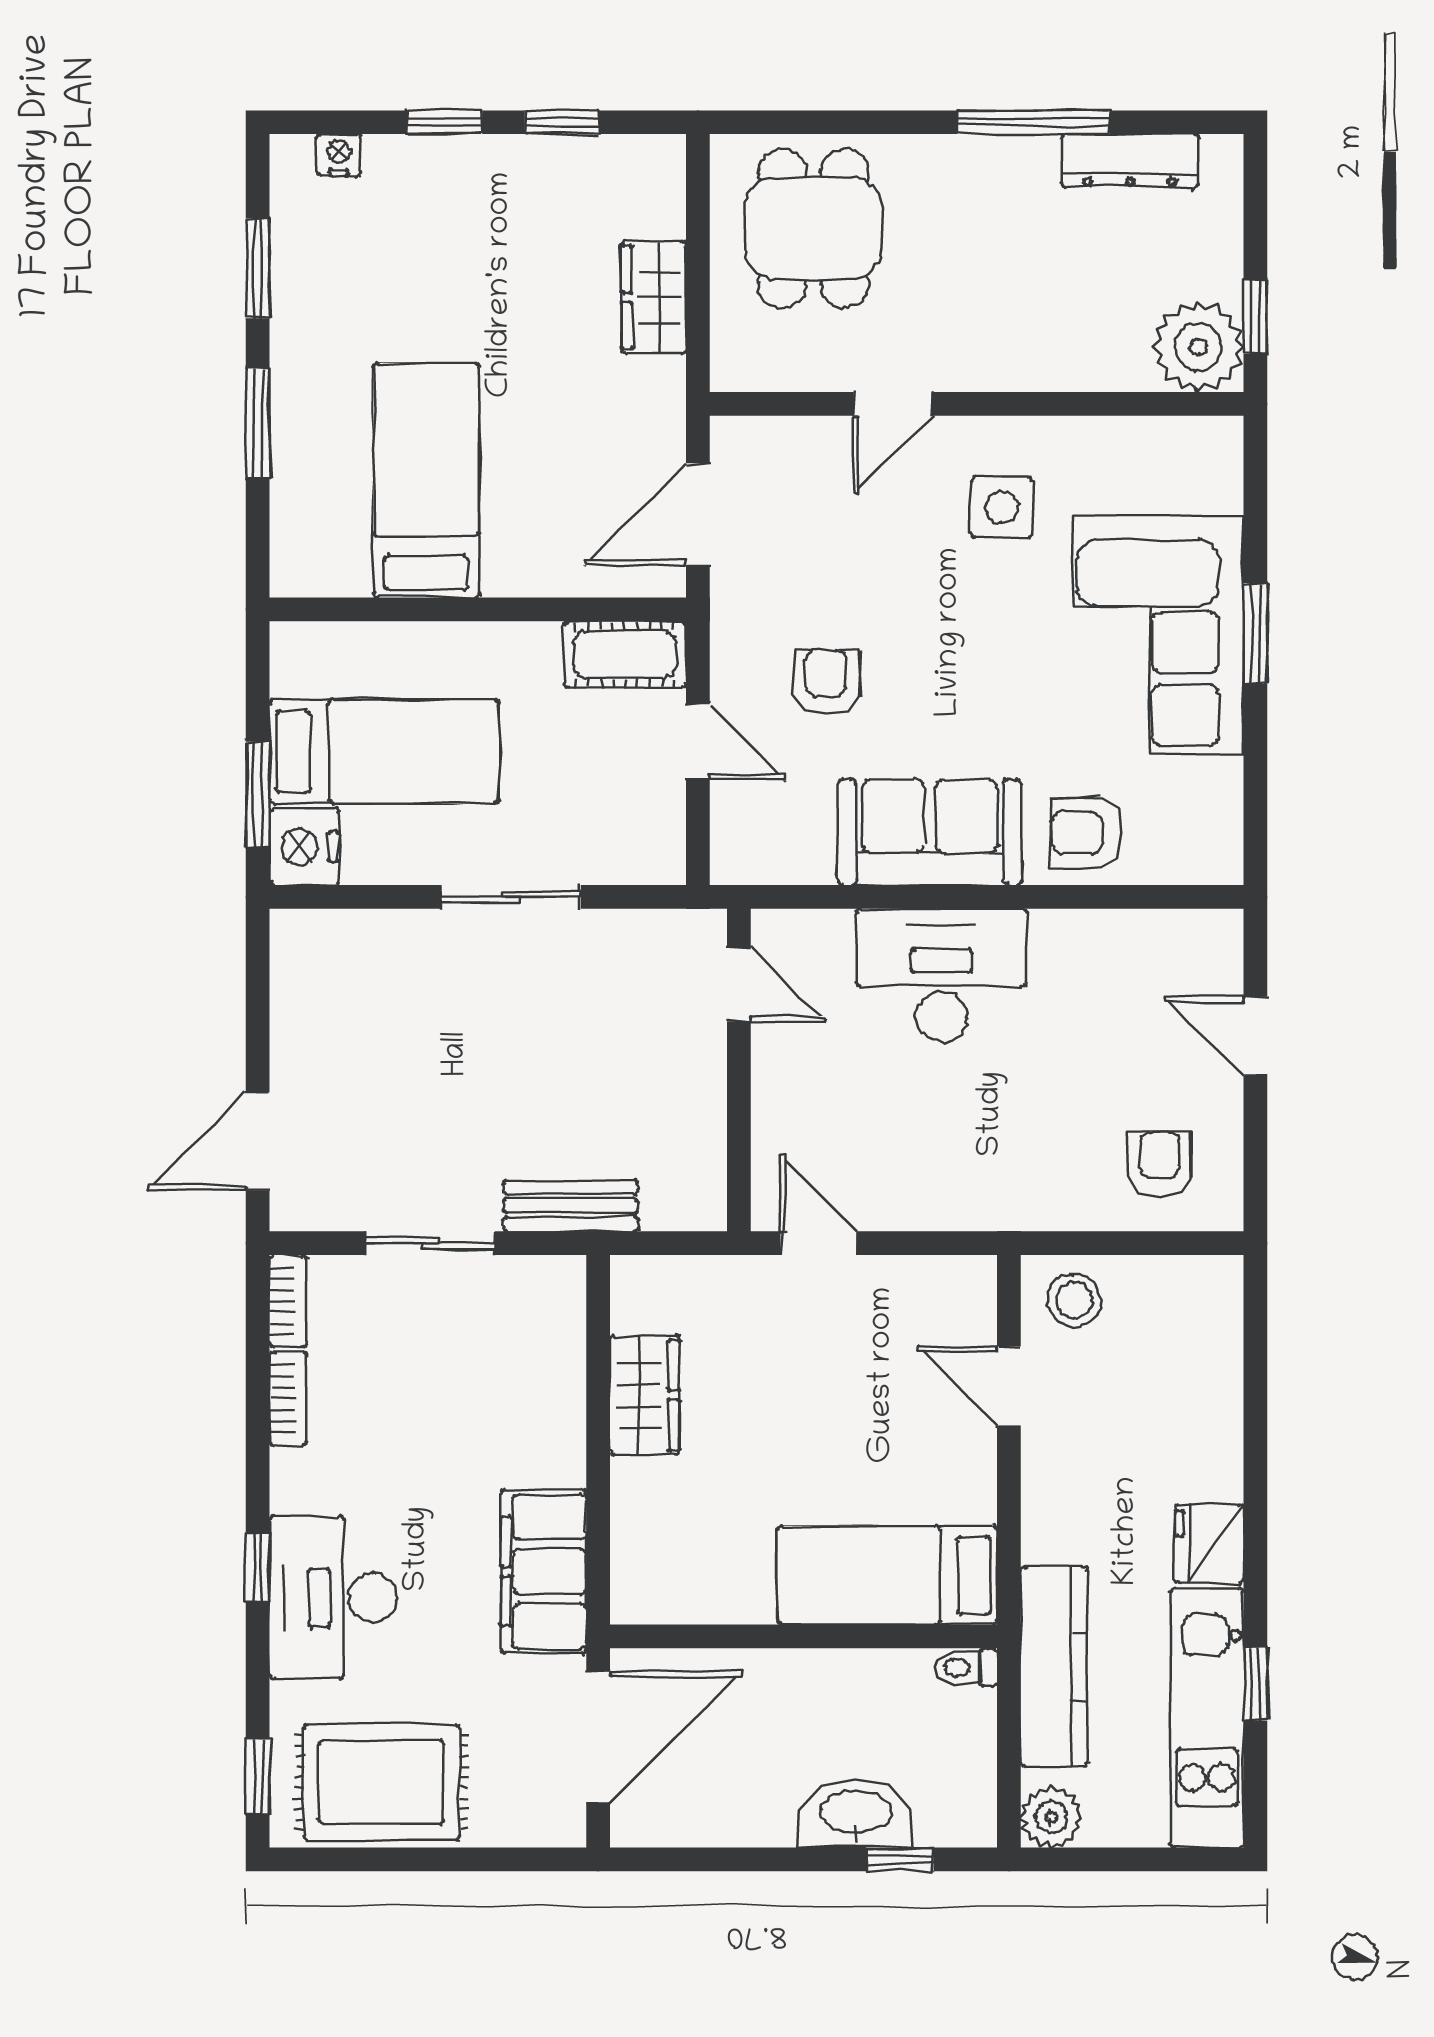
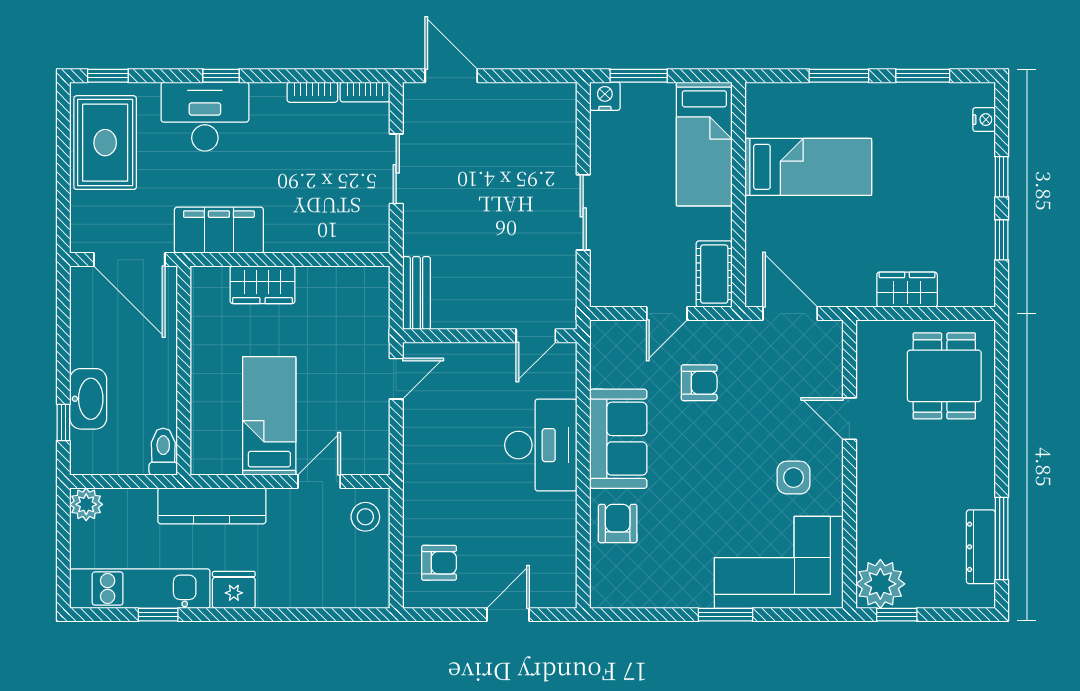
window: (1034, 122) -> (1002, 539), moved
dining table: (814, 228) -> (944, 376), turned 90
corner sofa: (1159, 635) -> (779, 562), moved
bed: (384, 752) -> (704, 144), moved
nightstand: (304, 847) -> (605, 96), width x0.74, depth x0.75
bench: (571, 1206) -> (416, 293), moved
wardrobe: (645, 1395) -> (263, 285), moved
bed: (887, 1575) -> (269, 416), moved
toilet: (966, 1667) -> (163, 452), width x1.37, depth x1.39
kitchen counter: (1054, 1667) -> (212, 506), moved

